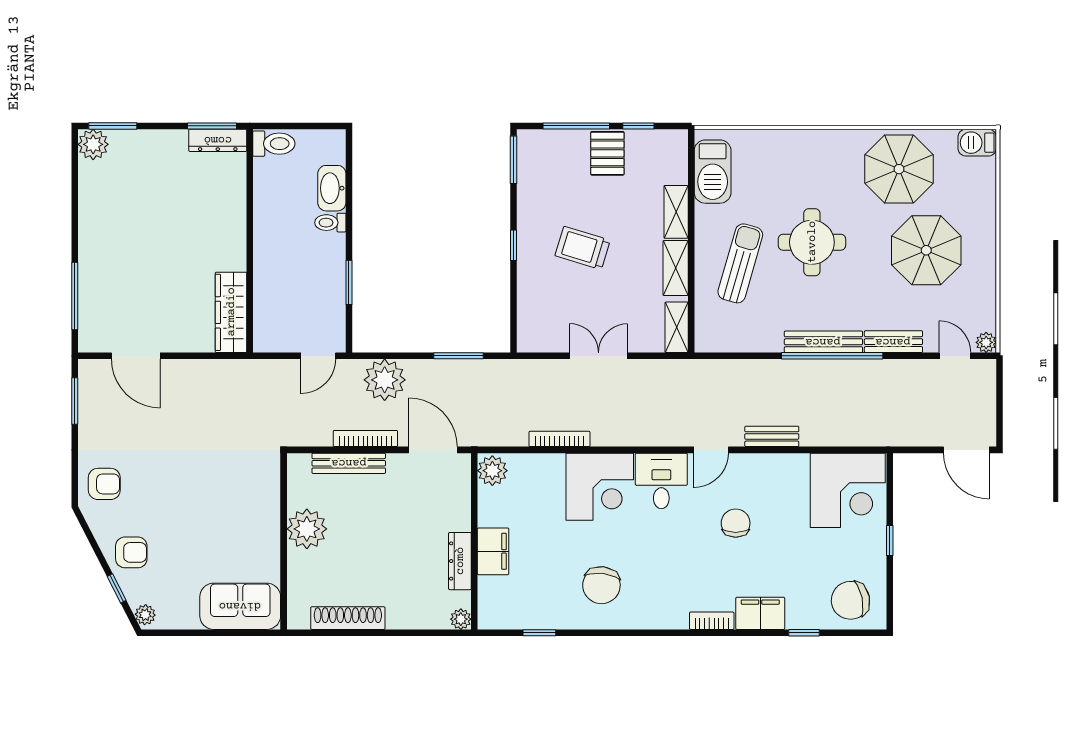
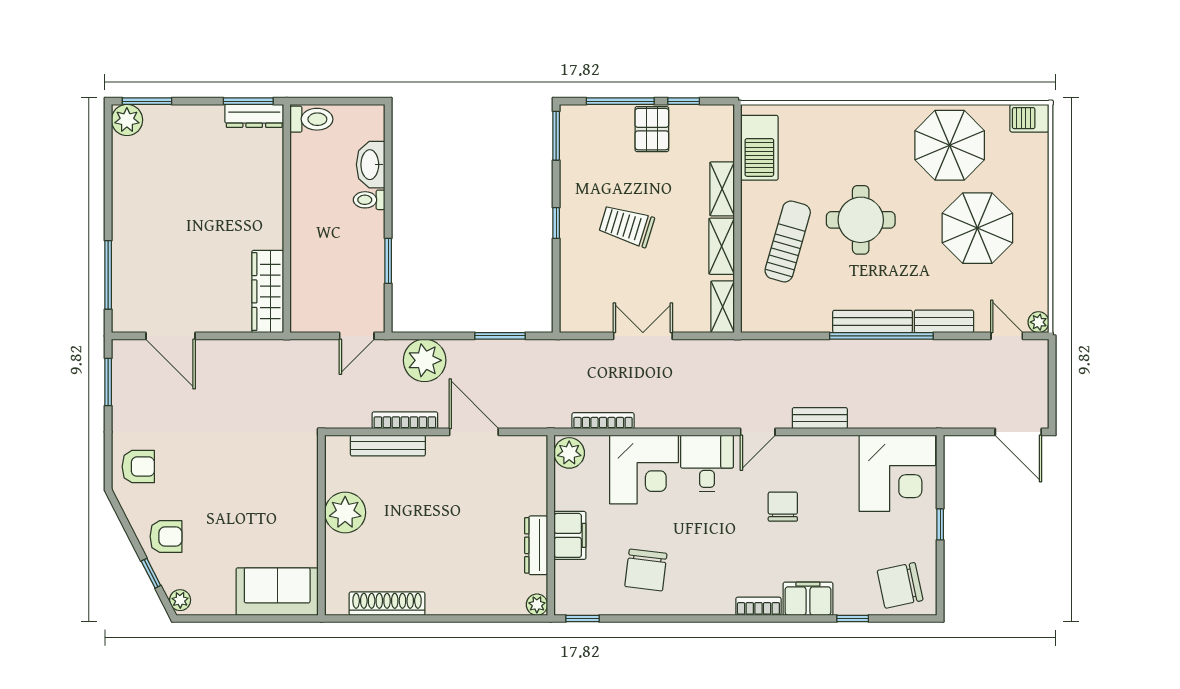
plant: (492, 471) -> (569, 453), moved
wall: (474, 541) -> (551, 525), moved
filing cabinet: (493, 551) -> (570, 535), moved
dresser: (460, 561) -> (536, 545), moved
plant: (461, 619) -> (537, 605), moved

